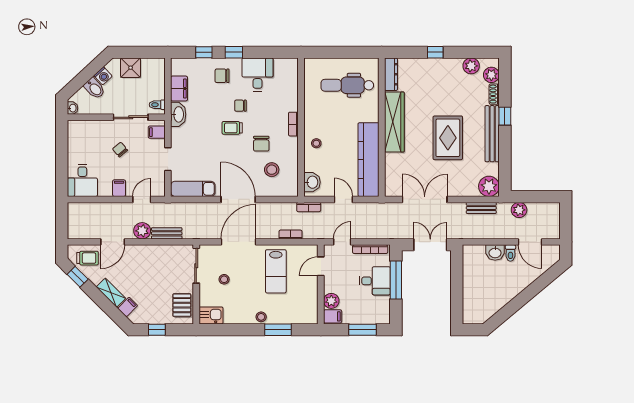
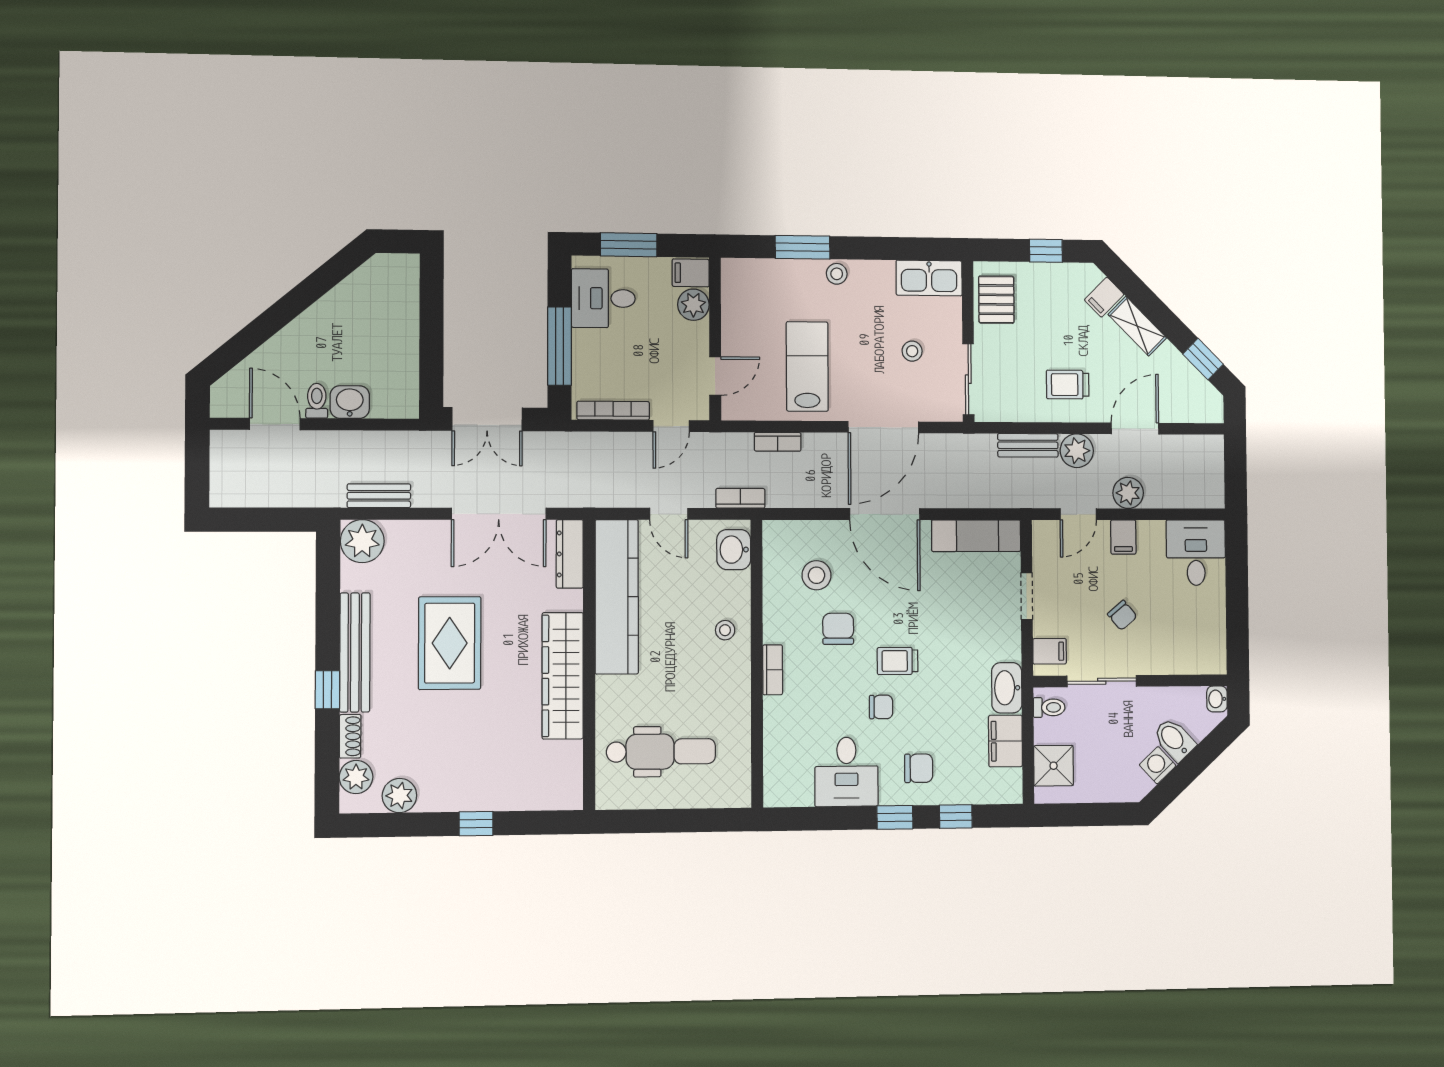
shower: (131, 68) -> (1054, 766), moved
dresser: (391, 74) -> (570, 554), moved
trolley: (232, 128) -> (898, 661), turned 180
plant: (519, 210) -> (1128, 493), moved
trolley: (88, 258) -> (1068, 385), moved
desk: (375, 281) -> (603, 298), moved
kitchen sink: (211, 315) -> (929, 278), width x1.38

